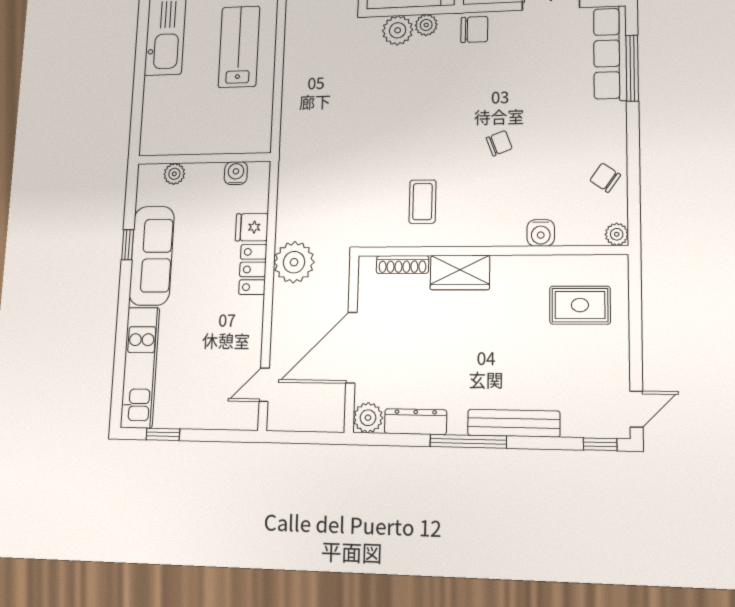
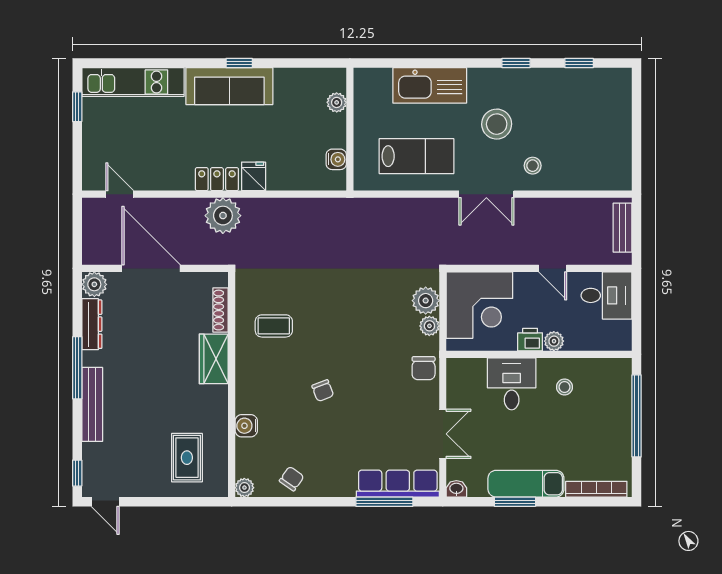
wall: (204, 159) -> (350, 129), moved
water cooler: (236, 173) -> (336, 159), moved
plant: (174, 174) -> (337, 102), moved

